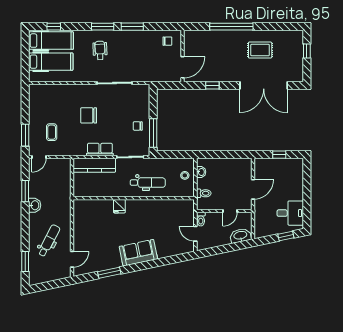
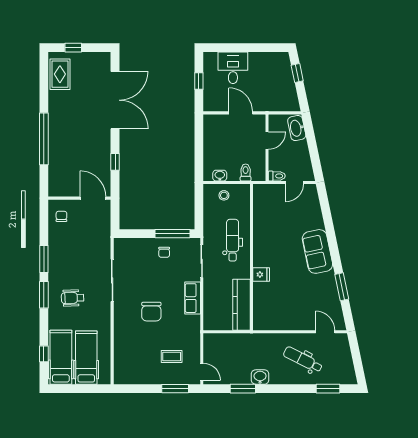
rug: (260, 50) -> (60, 74), moved
kitchen counter: (94, 165) -> (241, 305), moved, turned 180
door: (230, 211) -> (267, 141), hinge flipped
desk: (290, 213) -> (233, 68), moved

